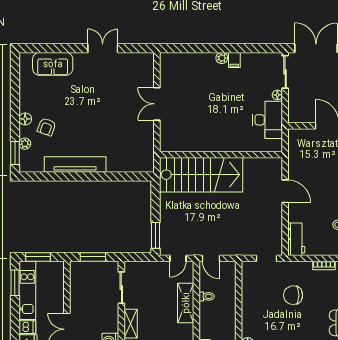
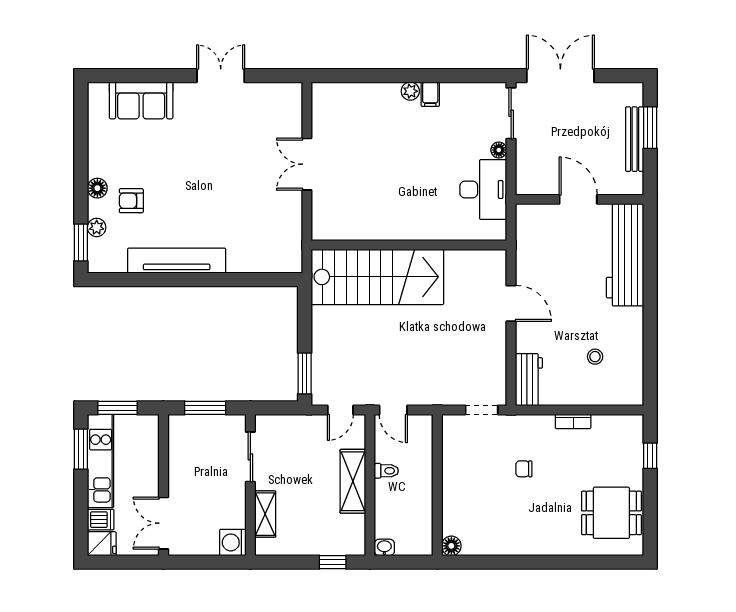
armchair: (47, 127) -> (131, 201), turned 70
chair: (293, 295) -> (524, 469), width x0.54, depth x0.54

